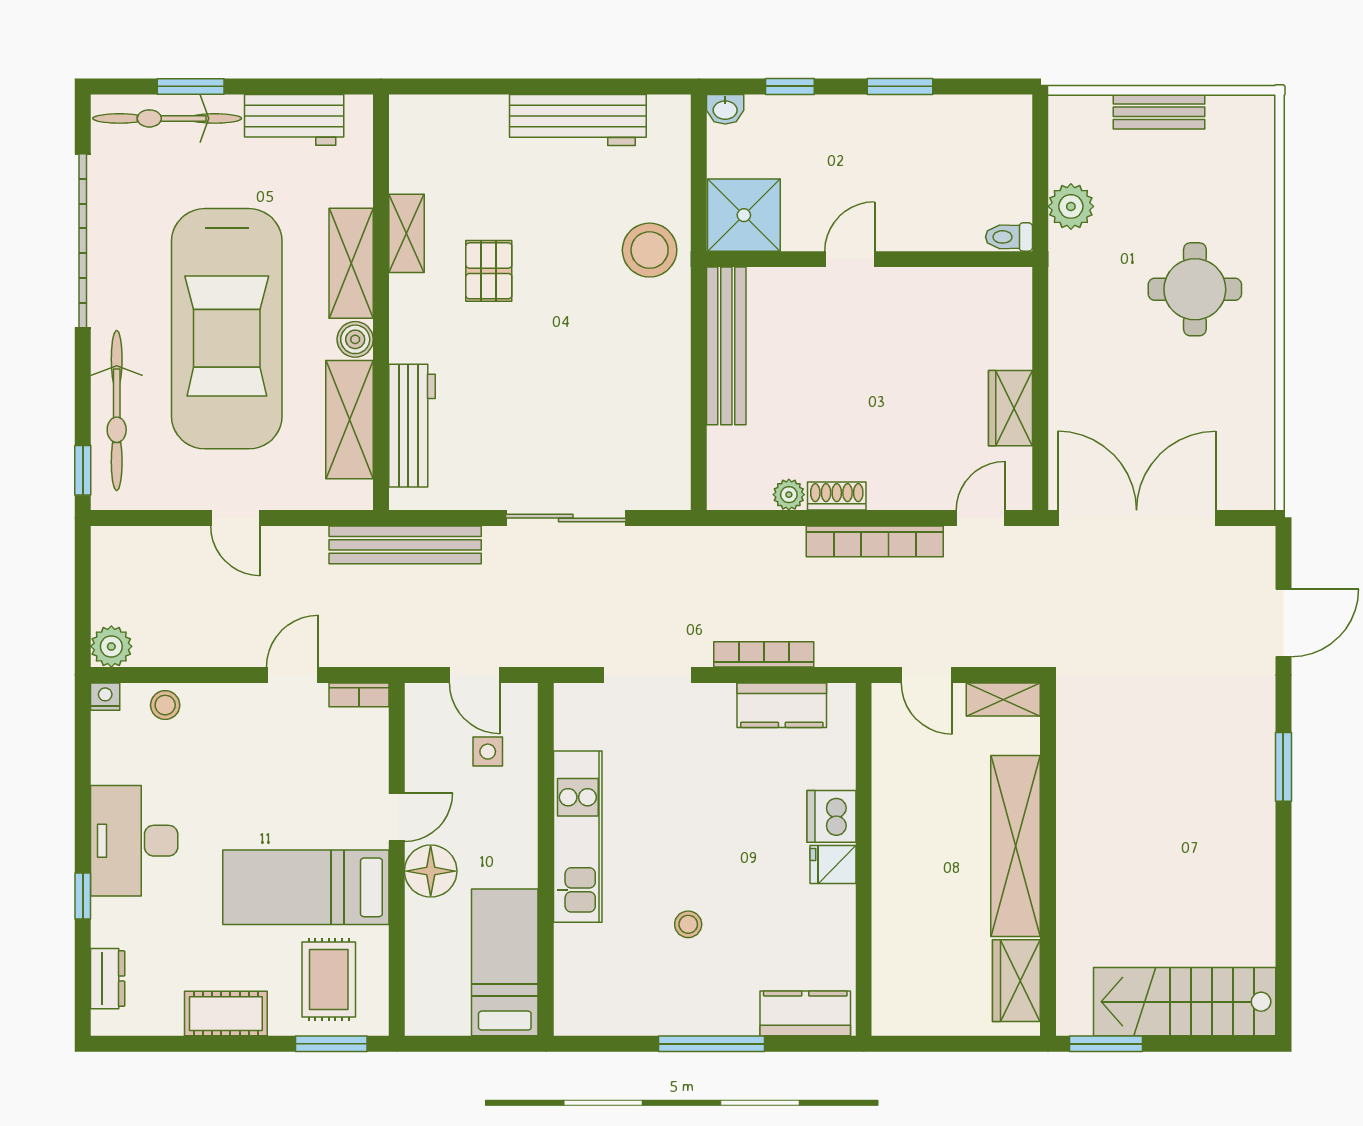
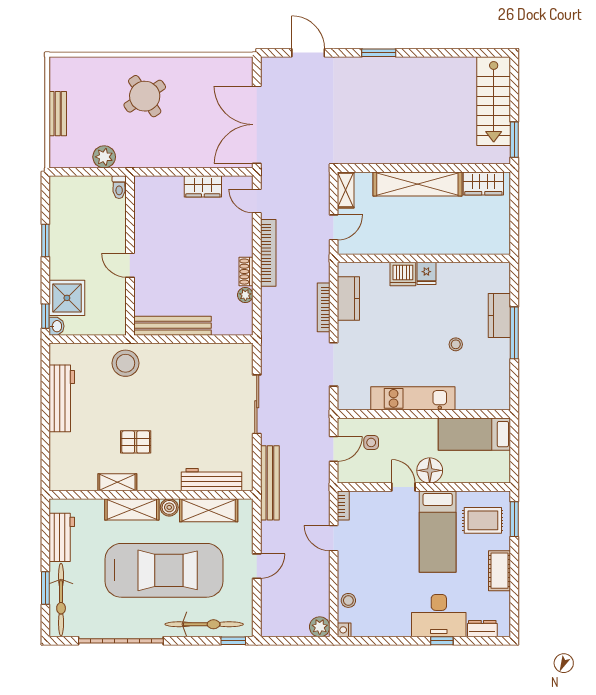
window: (790, 86) -> (45, 316), moved
shower: (744, 215) -> (67, 298), moved
round table: (1195, 289) -> (145, 96), turned -34
desk: (134, 841) -> (439, 616), moved
kitchen counter: (805, 1013) -> (499, 315), moved

